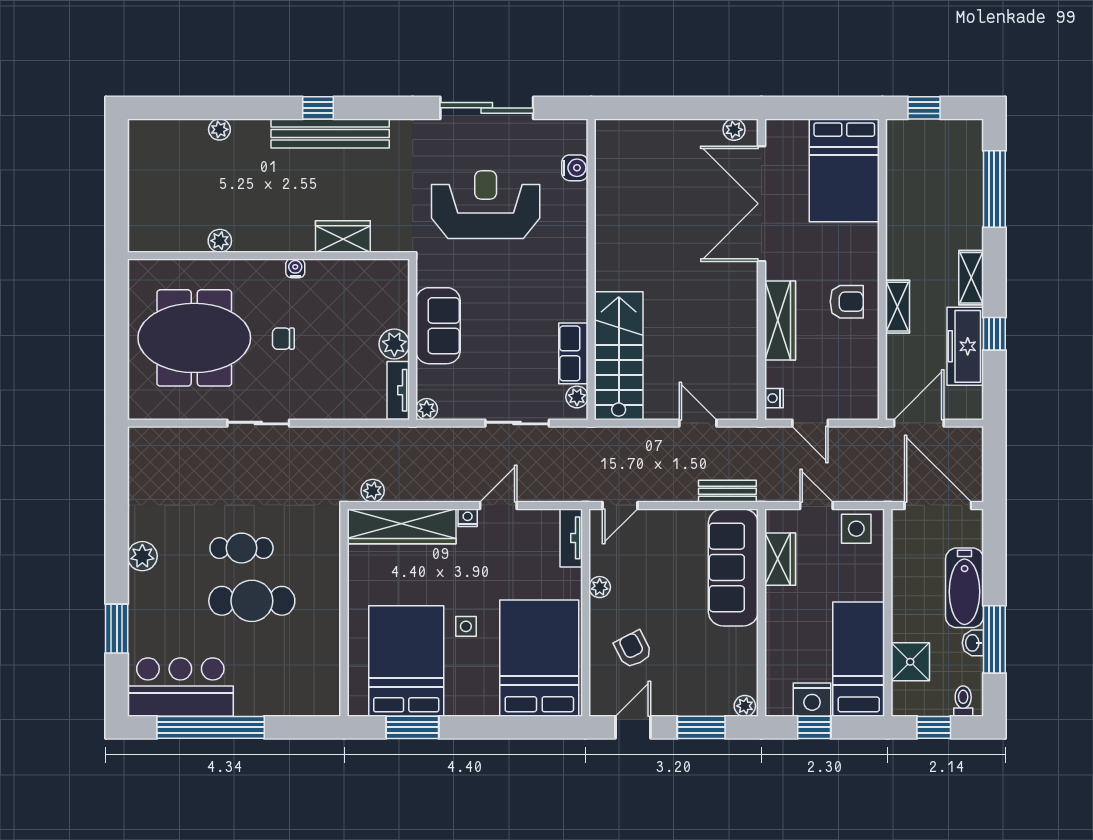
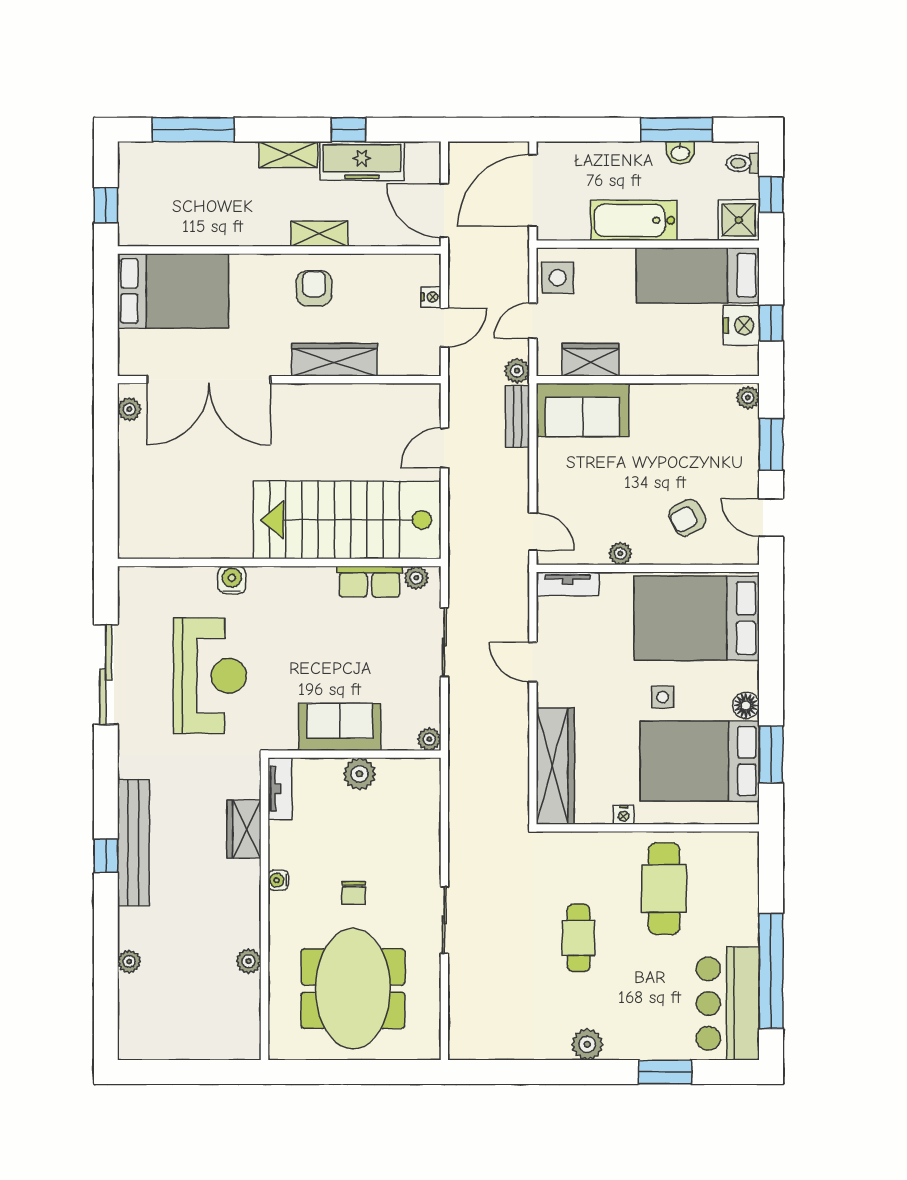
water cooler: (575, 168) -> (232, 580), moved
reception desk: (486, 205) -> (210, 676), turned 180
stairs: (619, 356) -> (347, 520), width x1.36, depth x1.51
tv unit: (398, 390) -> (280, 789), moved, turned -90
nightstand: (774, 398) -> (431, 297), moved, turned -90
plant: (373, 491) -> (517, 371), moved
nightstand: (468, 518) -> (624, 815), moved, turned -90
sofa: (733, 567) -> (583, 410), width x0.73
bathtub: (965, 588) -> (634, 220), moved, turned 180
cafe table: (252, 601) -> (664, 889), moved
shower: (910, 662) -> (739, 220), moved
floor lamp: (458, 704) -> (746, 705), added

